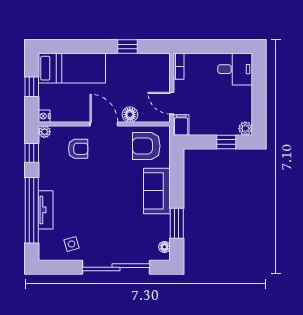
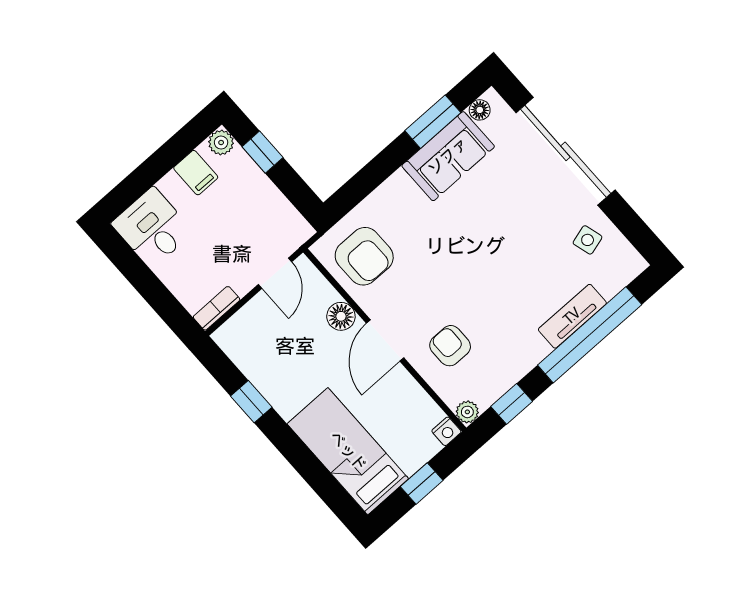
filing cabinet: (181, 125) -> (196, 173), moved, turned -90
sofa: (157, 191) -> (448, 156), moved

